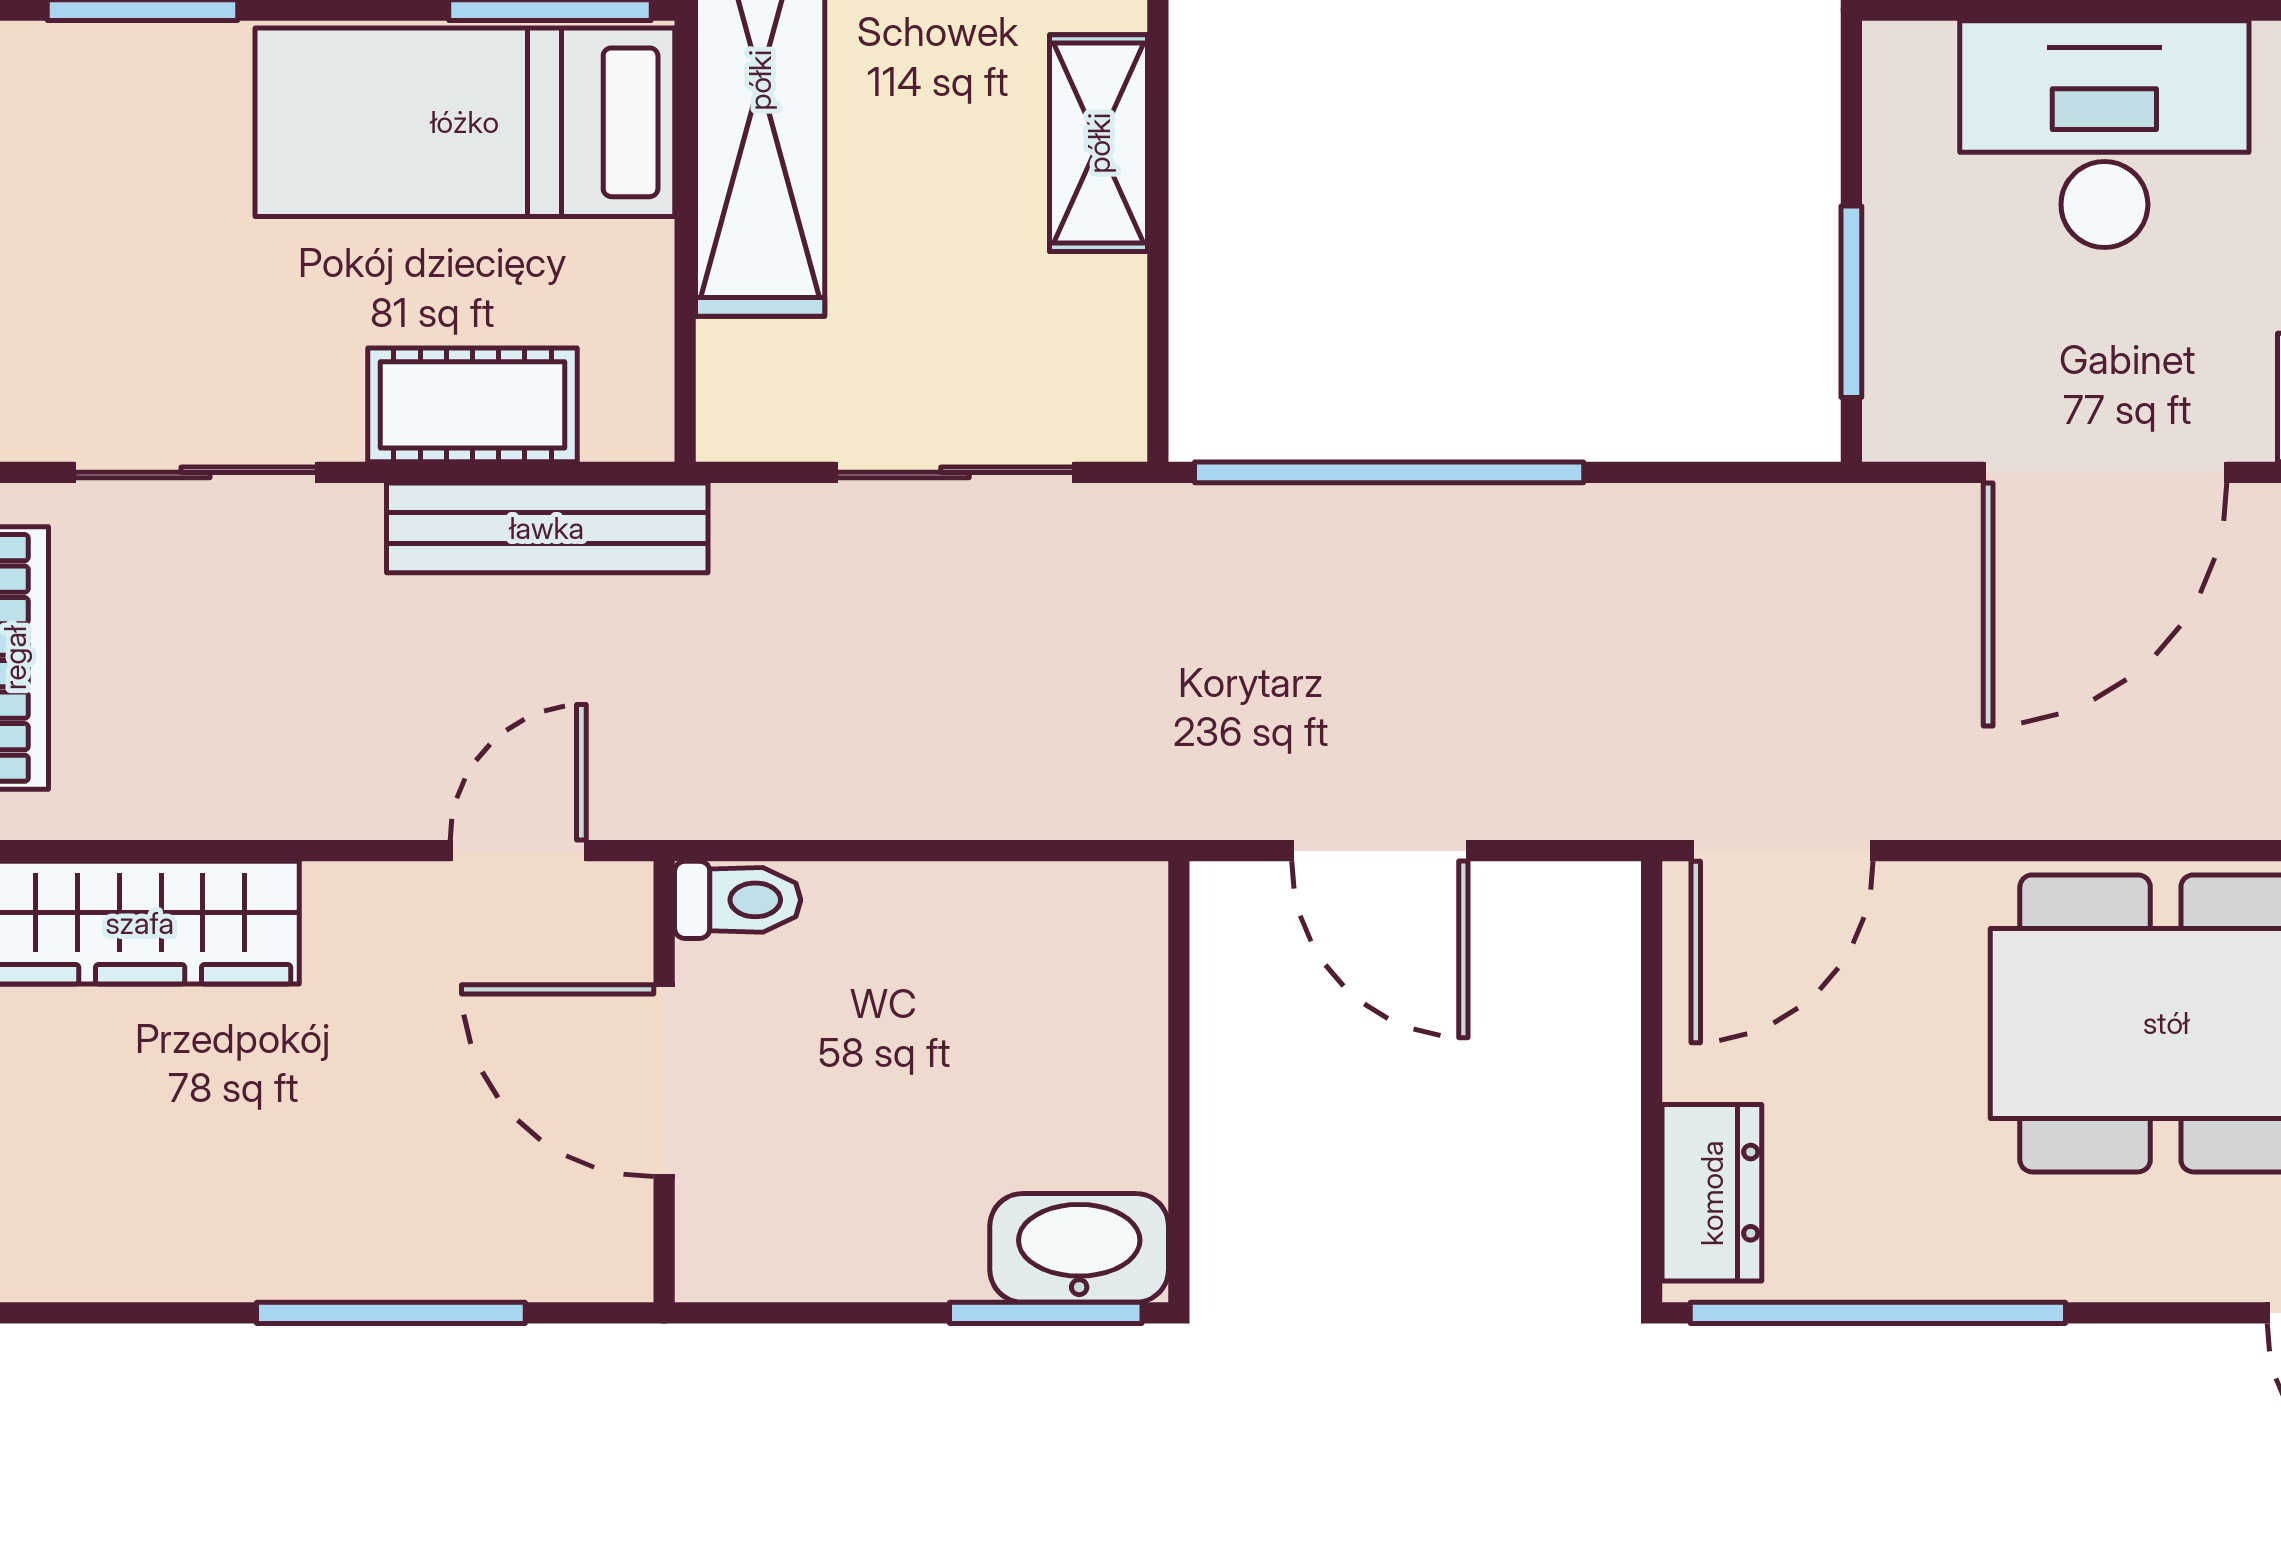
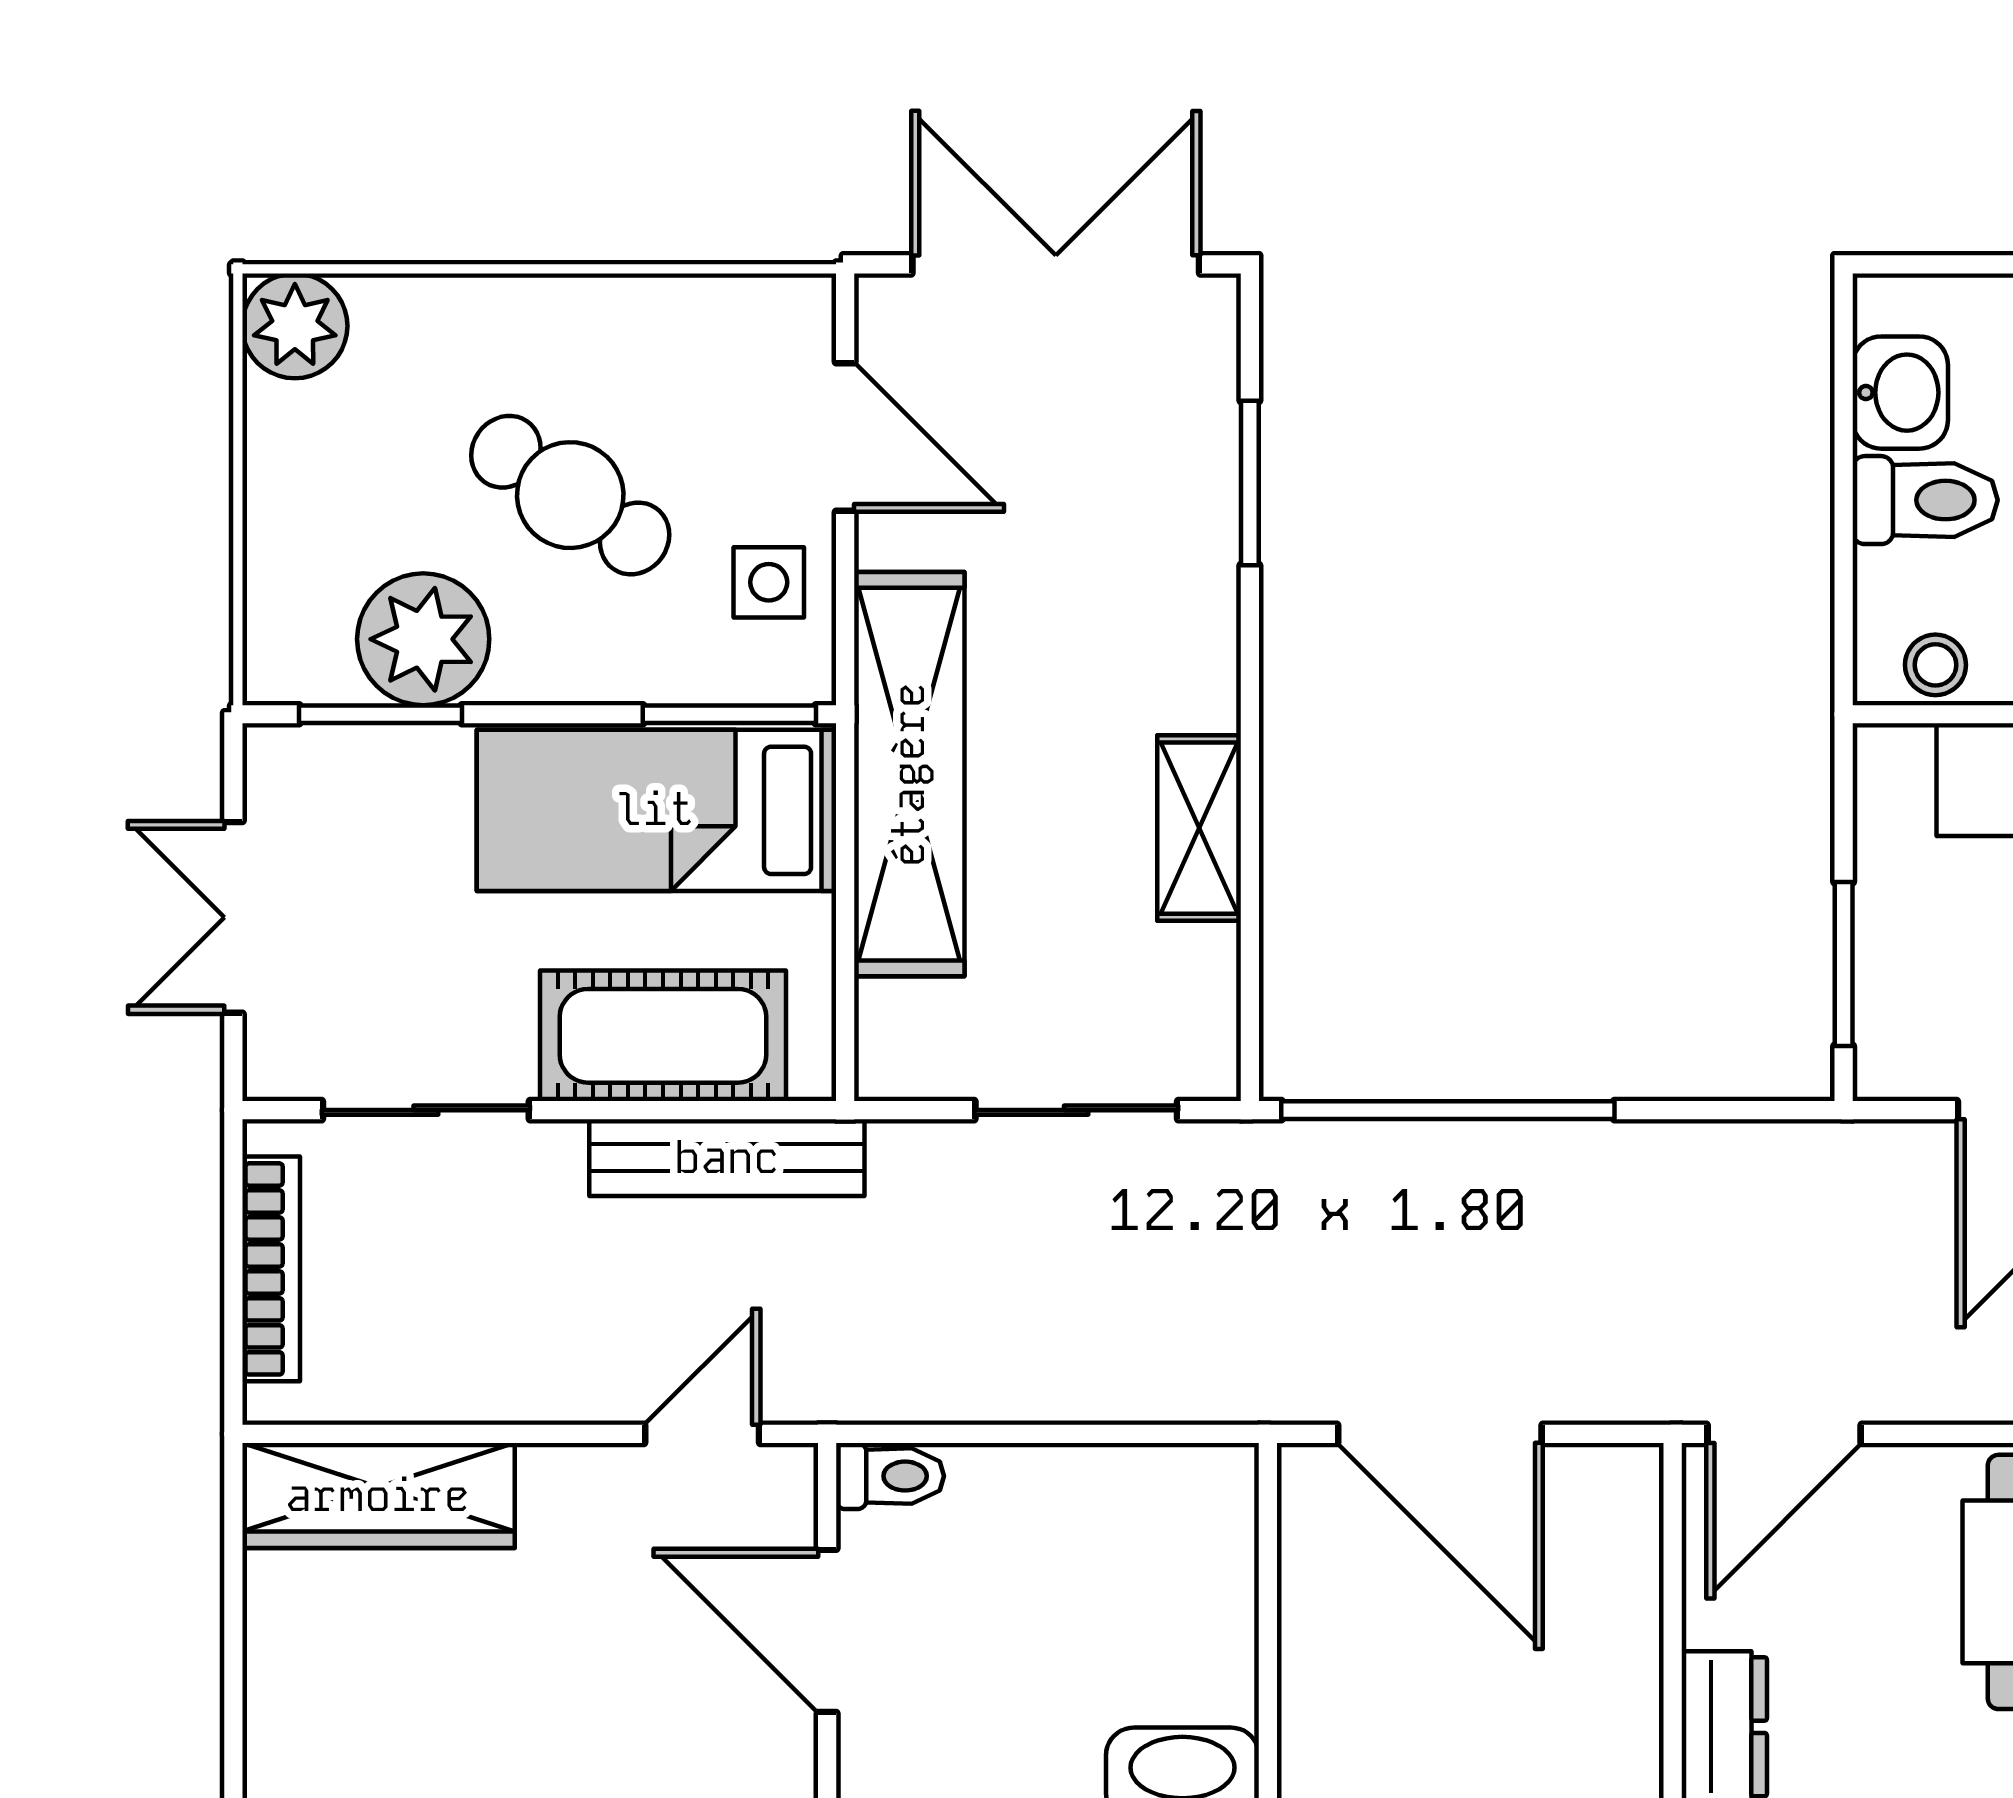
cot: (472, 405) -> (663, 1036), width x1.37, depth x1.34
door: (1380, 851) -> (1440, 1434), width x1.36

